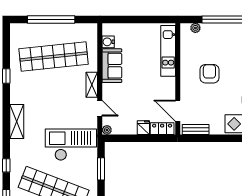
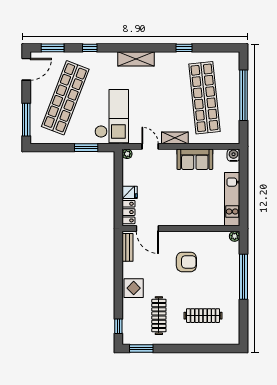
plant: (195, 28) -> (235, 236), moved
water cooler: (108, 42) -> (233, 155), moved
kitchen unit: (168, 51) -> (232, 199), moved, turned -90
door: (100, 108) -> (150, 146), swing flipped
door: (178, 111) -> (147, 229), swing flipped

